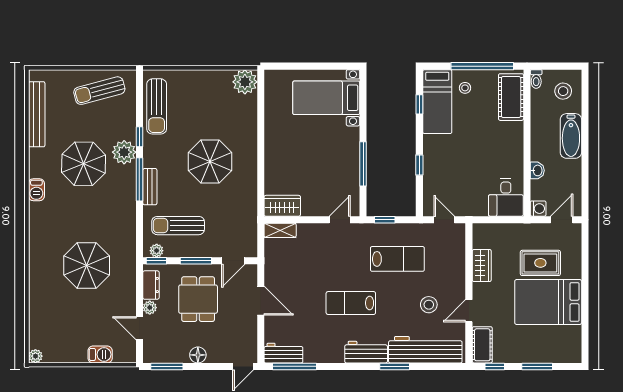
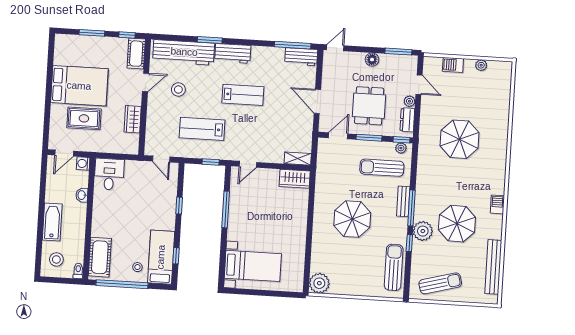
sun lounger: (178, 226) -> (382, 168), turned 180
plant: (35, 356) -> (481, 65), moved

